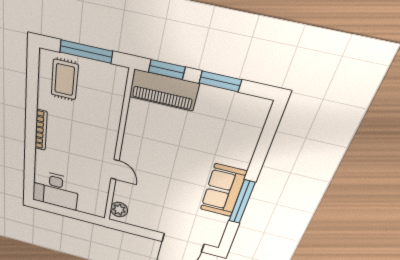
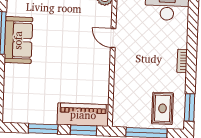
window: (33, 75) -> (190, 107), added
bookcase: (41, 130) -> (182, 61), width x0.64

